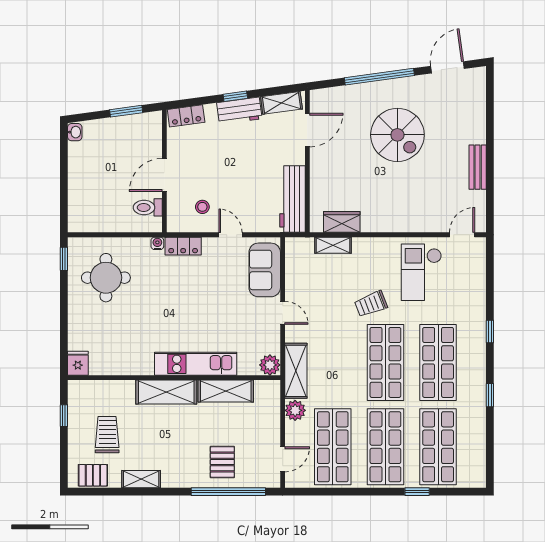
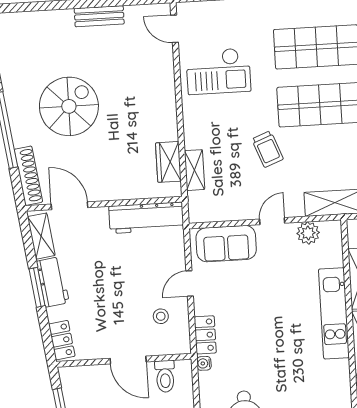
shoe rack: (337, 94) -> (28, 176), added
window: (235, 96) -> (37, 287), width x1.50
trolley: (371, 304) -> (268, 149), moved
plant: (270, 365) -> (308, 233), moved

